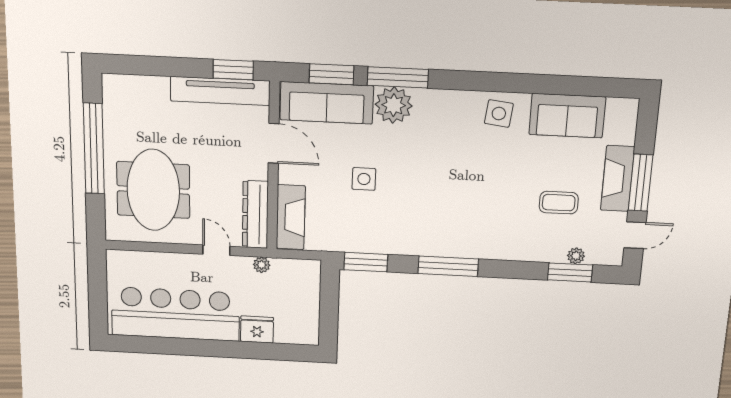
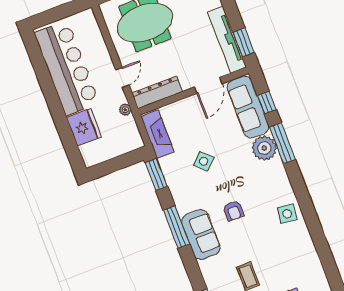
window: (332, 74) -> (267, 103), width x0.67
sofa: (567, 116) -> (201, 235), moved, turned 180
side table: (364, 179) -> (204, 161), moved, turned 45
armchair: (461, 184) -> (233, 211), added
fireplace: (291, 217) -> (157, 134), moved, turned -90
fridge: (257, 330) -> (84, 127), width x1.36, depth x1.34

